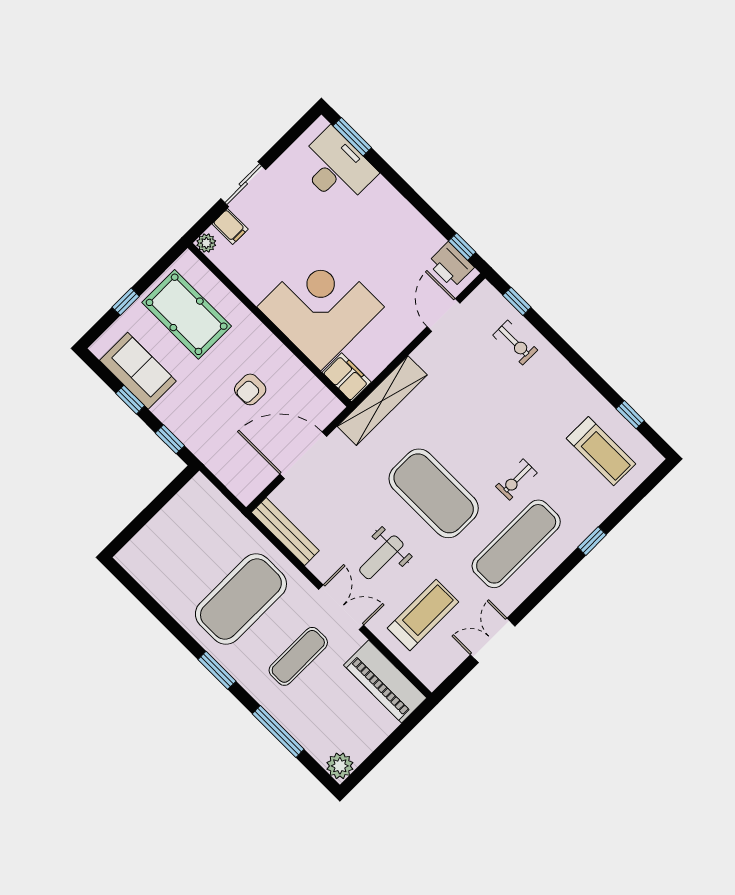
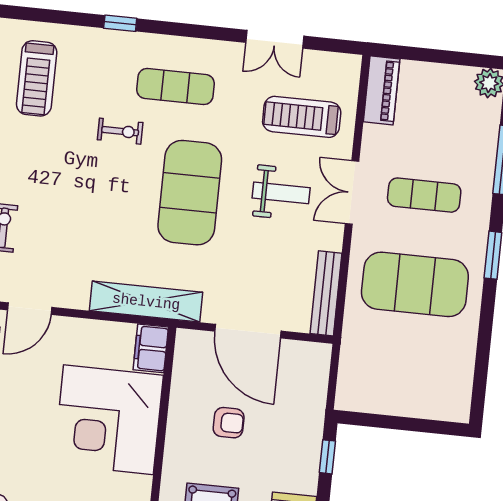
treadmill: (601, 451) -> (37, 78), turned 180
exercise mat: (516, 544) -> (175, 86), width x0.73, depth x0.69
piano: (385, 681) -> (382, 90), width x0.73, depth x0.75

